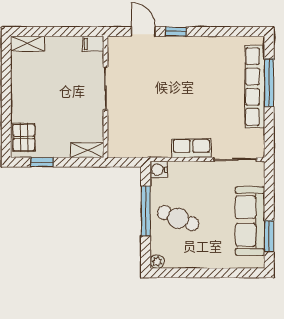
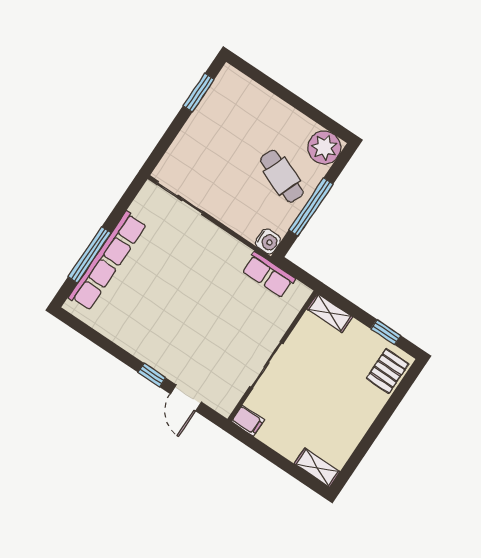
row of seats: (191, 148) -> (268, 275), moved
sofa: (250, 221) -> (208, 122), removed
plant: (157, 262) -> (324, 147), width x1.88, depth x1.88

